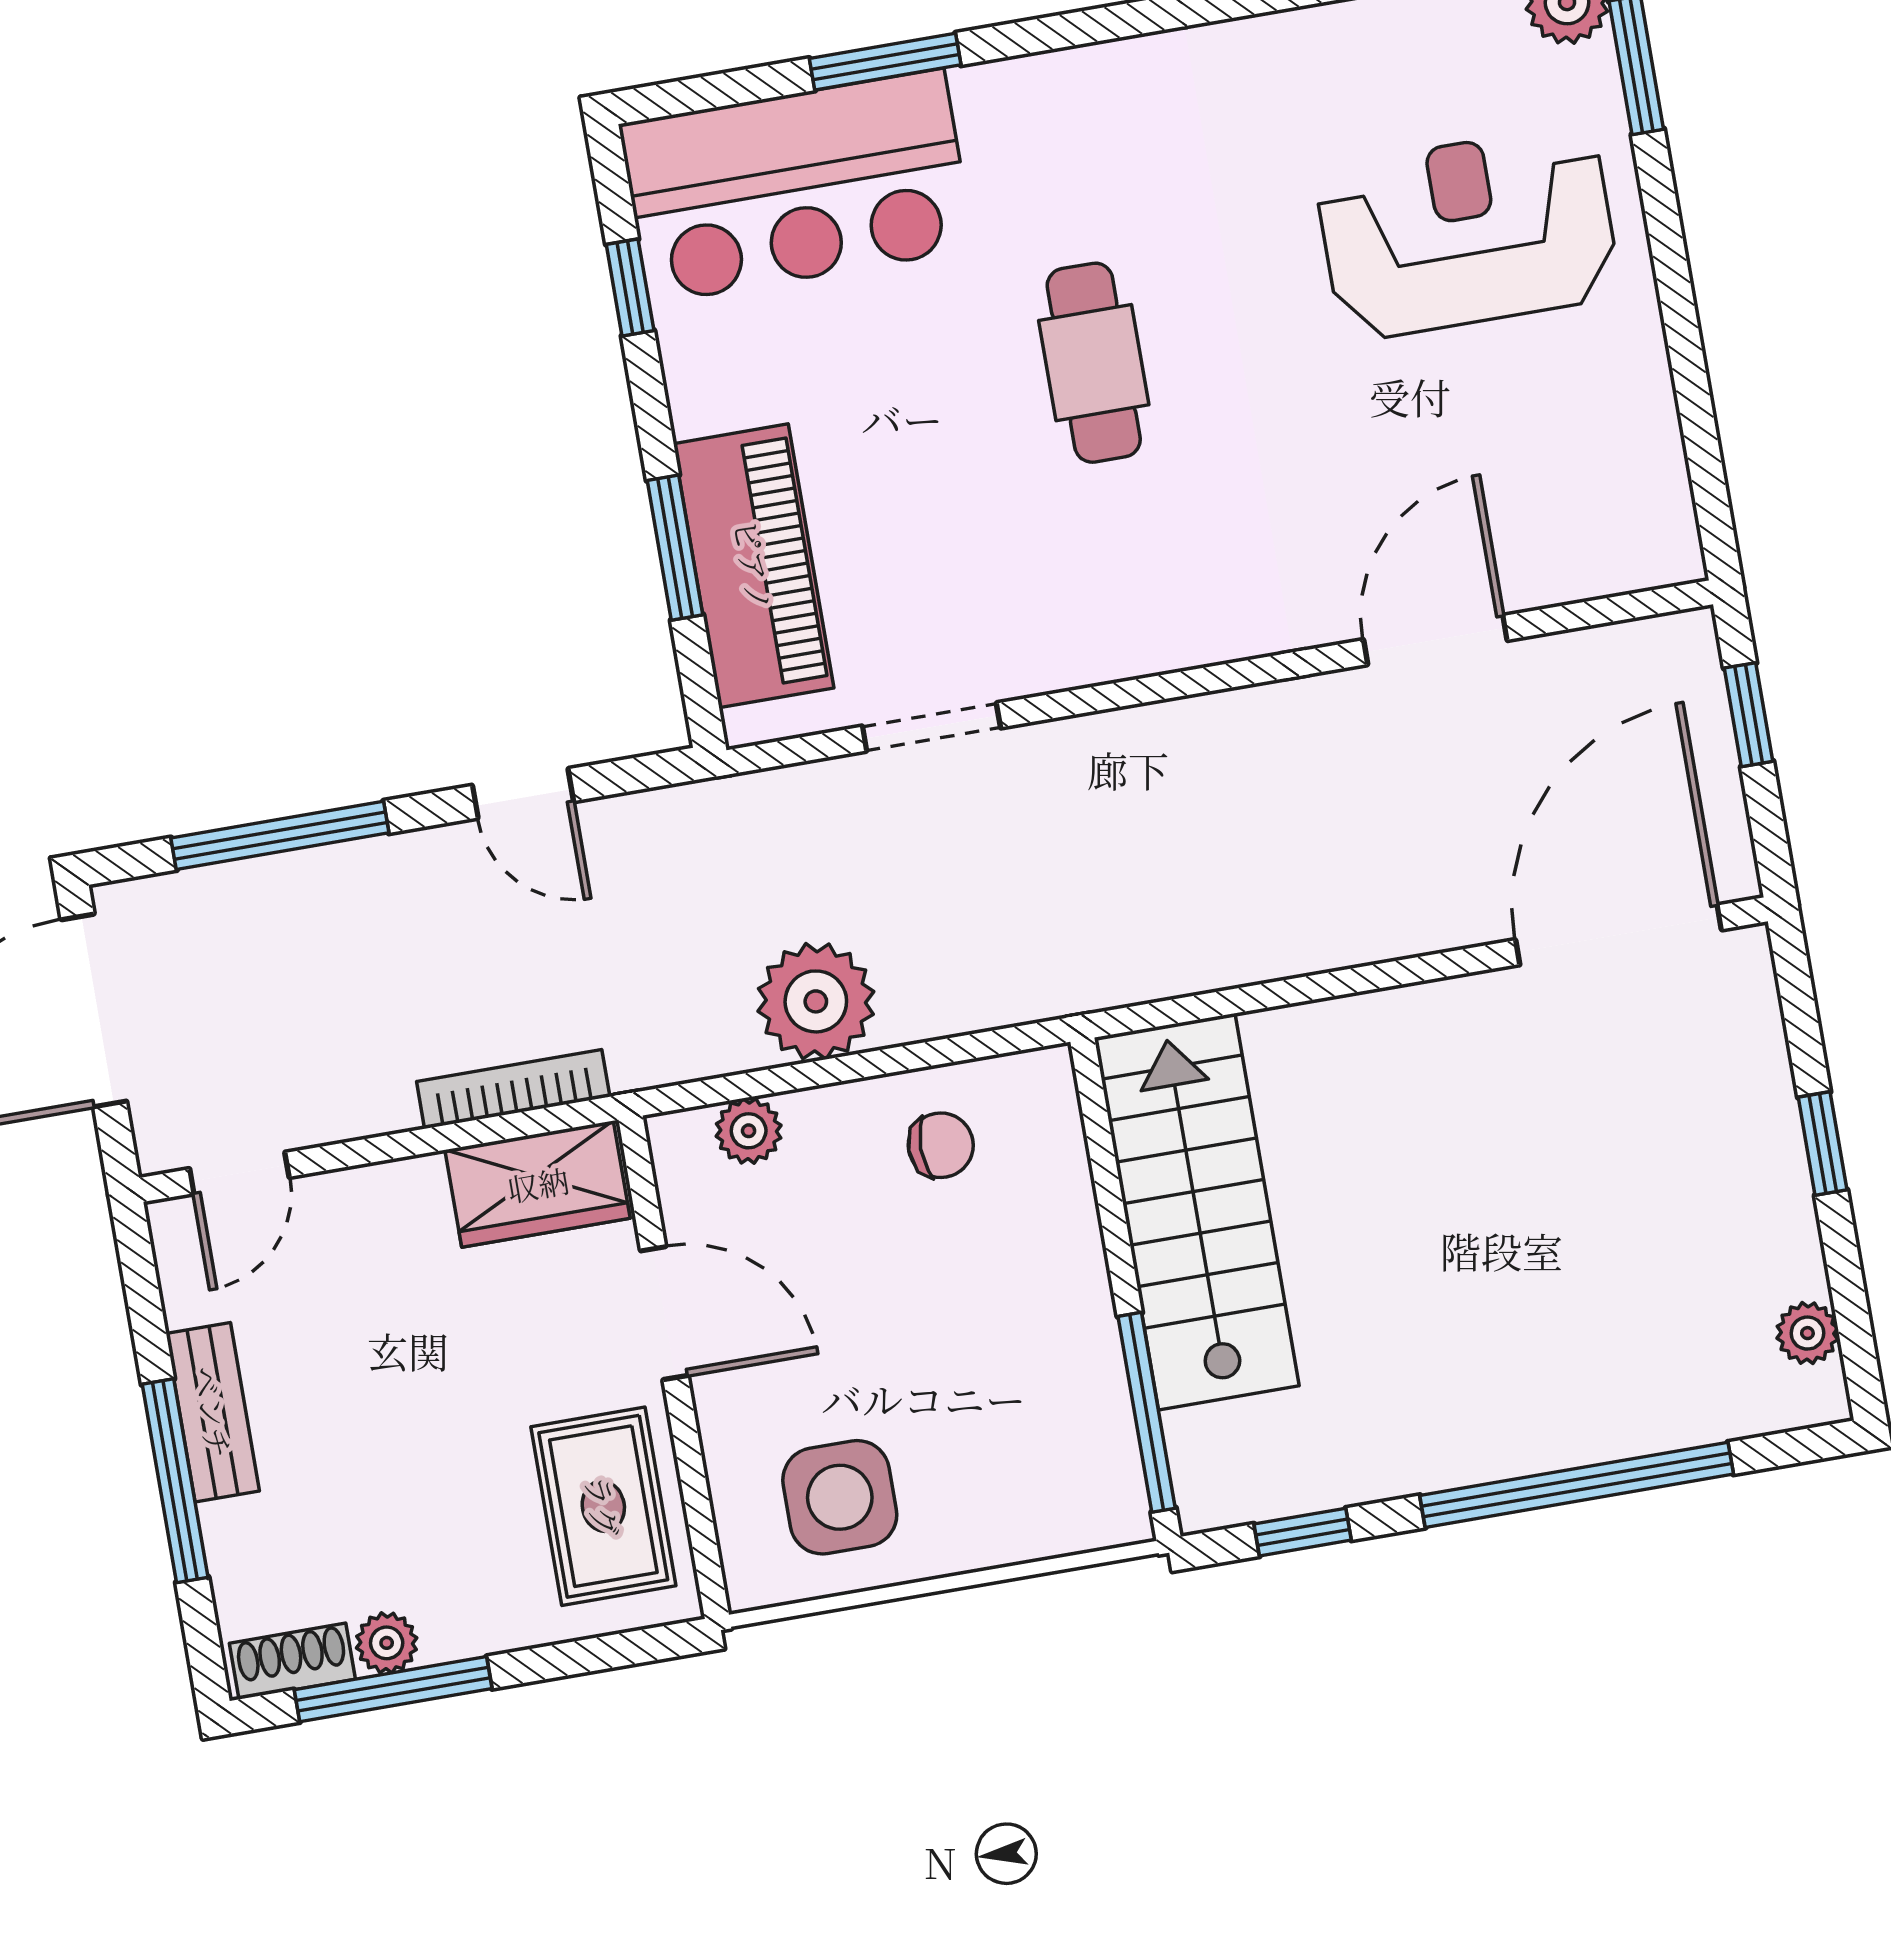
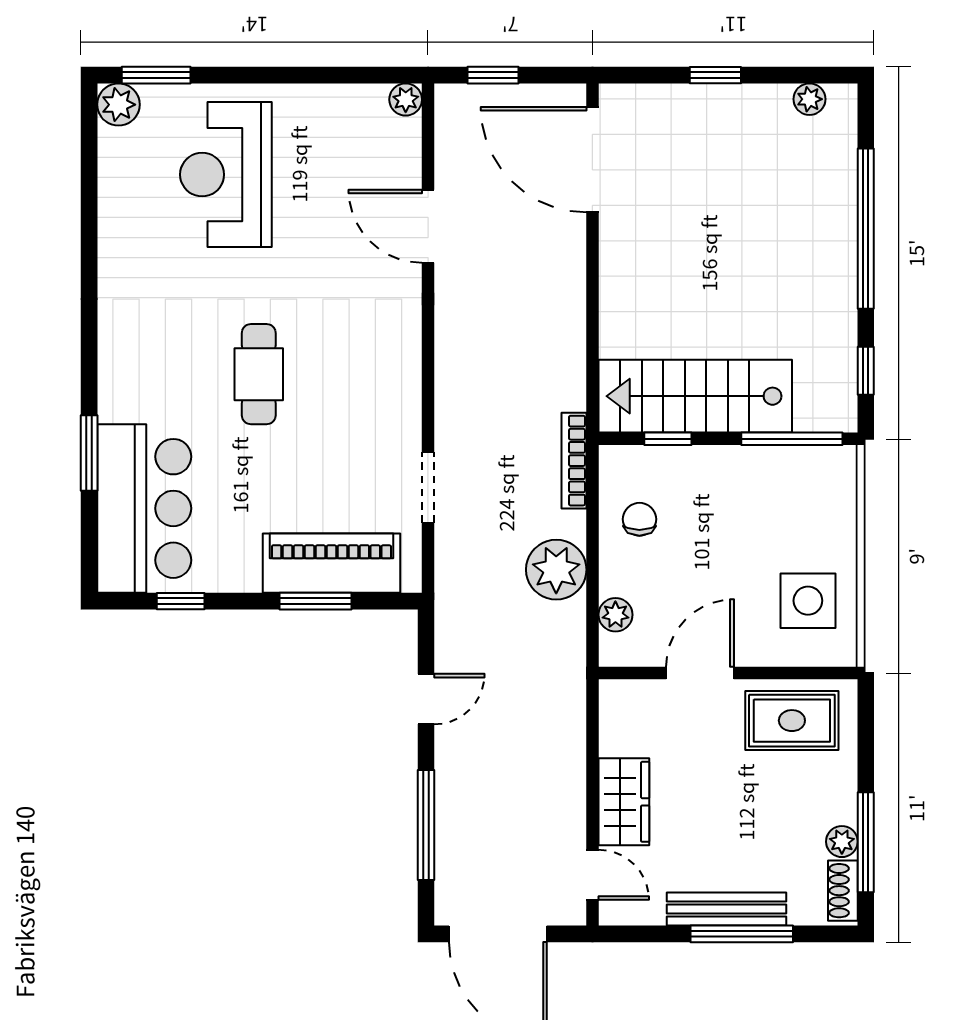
cafe table: (1094, 363) -> (259, 374), turned 90
plant: (1672, 555) -> (406, 100), added
bookcase: (513, 1089) -> (574, 461), moved
window: (1105, 1173) -> (668, 439), added
wardrobe: (538, 1184) -> (624, 802), moved
bench: (213, 1412) -> (727, 909), width x1.36

